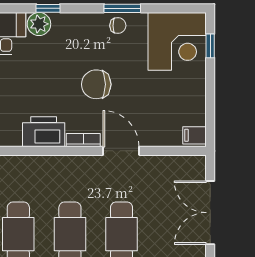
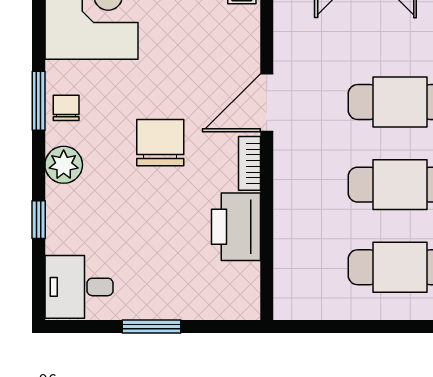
plant: (39, 24) -> (64, 165), moved
chair: (96, 84) -> (160, 143), turned 180

